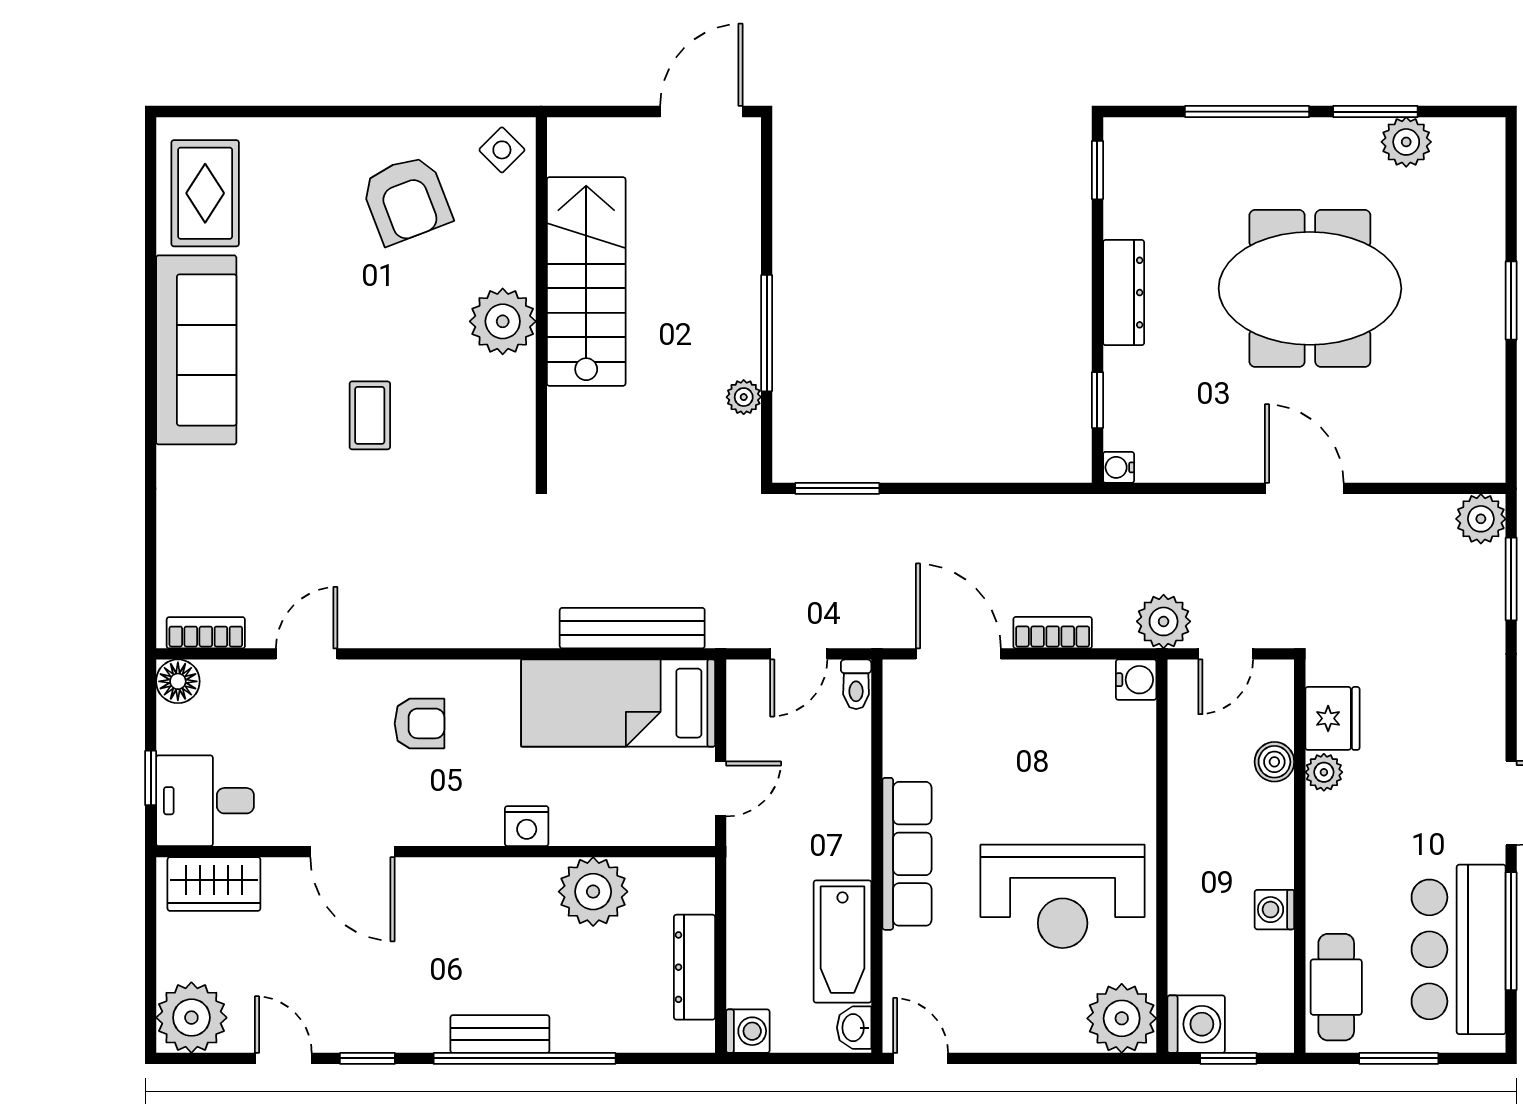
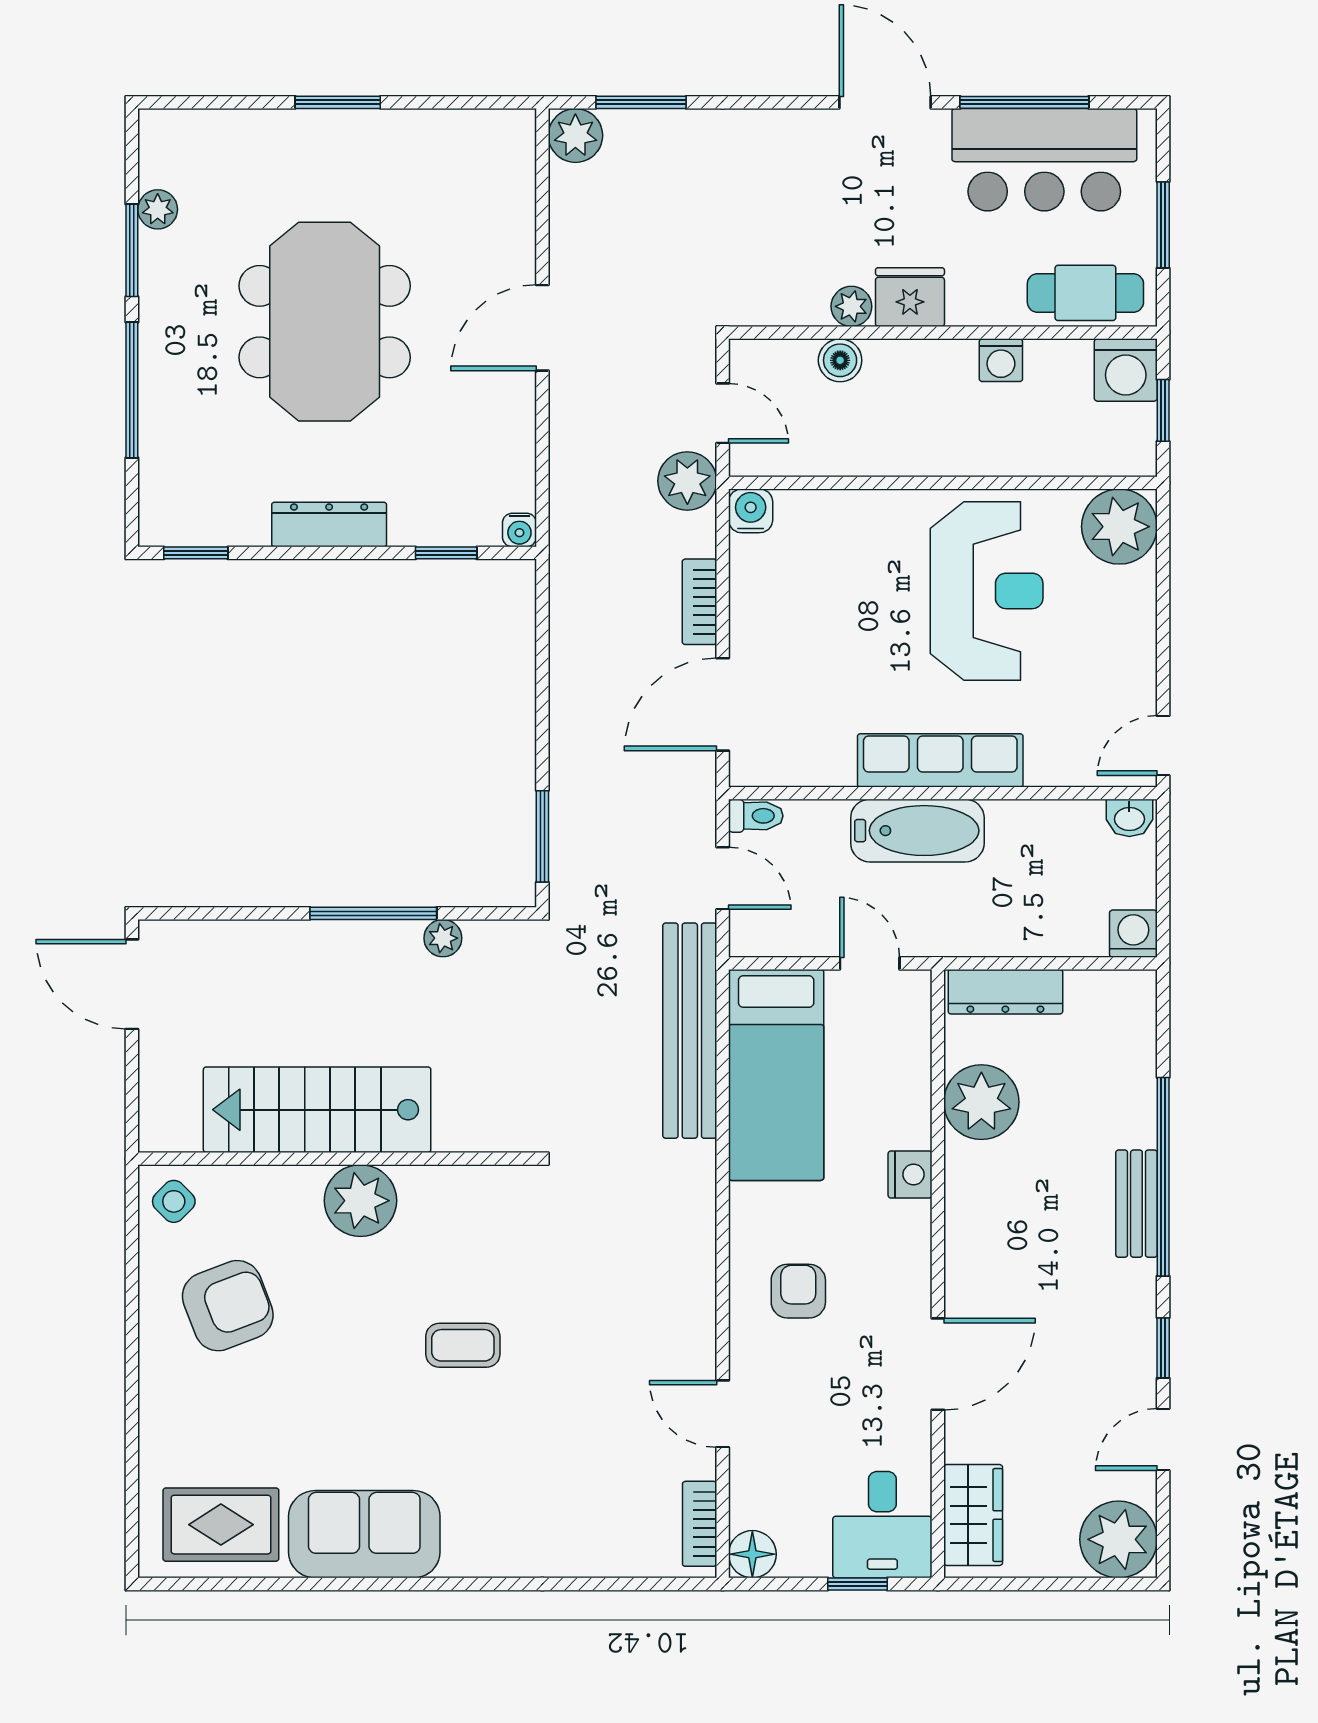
plant: (1406, 142) -> (158, 209), width x0.73, depth x0.73
sofa: (196, 350) -> (364, 1534), width x0.73
bench: (632, 628) -> (690, 1031), width x1.37, depth x1.21
fridge: (1332, 718) -> (910, 297), moved
bathtub: (842, 941) -> (917, 831), moved
dresser: (695, 967) -> (1005, 992), moved
washing machine: (1196, 1024) -> (1126, 370), moved, turned 180

